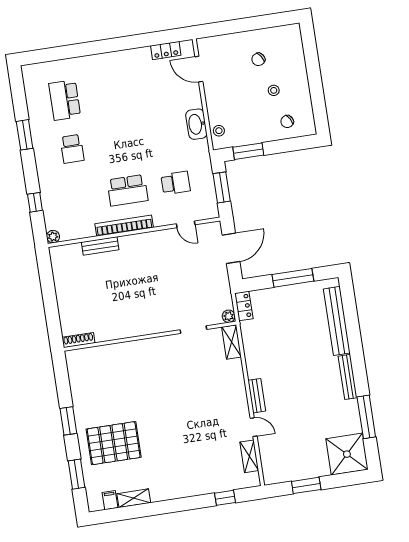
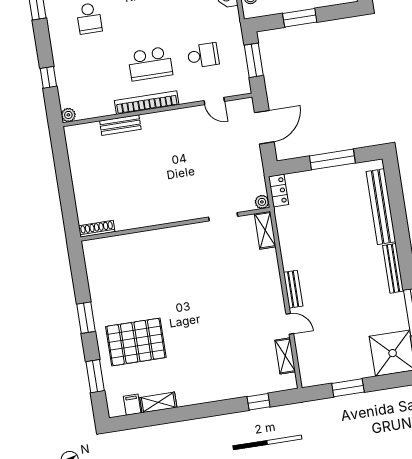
window: (248, 151) -> (300, 18), moved

